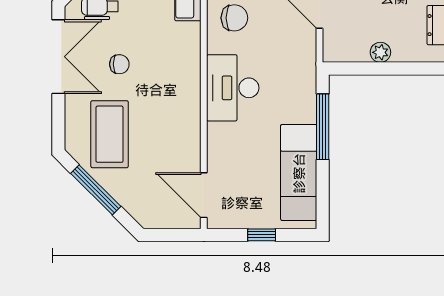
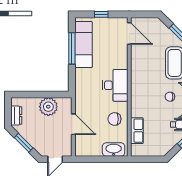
plant: (380, 52) -> (48, 107), width x1.87, depth x1.87
window: (323, 127) -> (72, 48), moved

